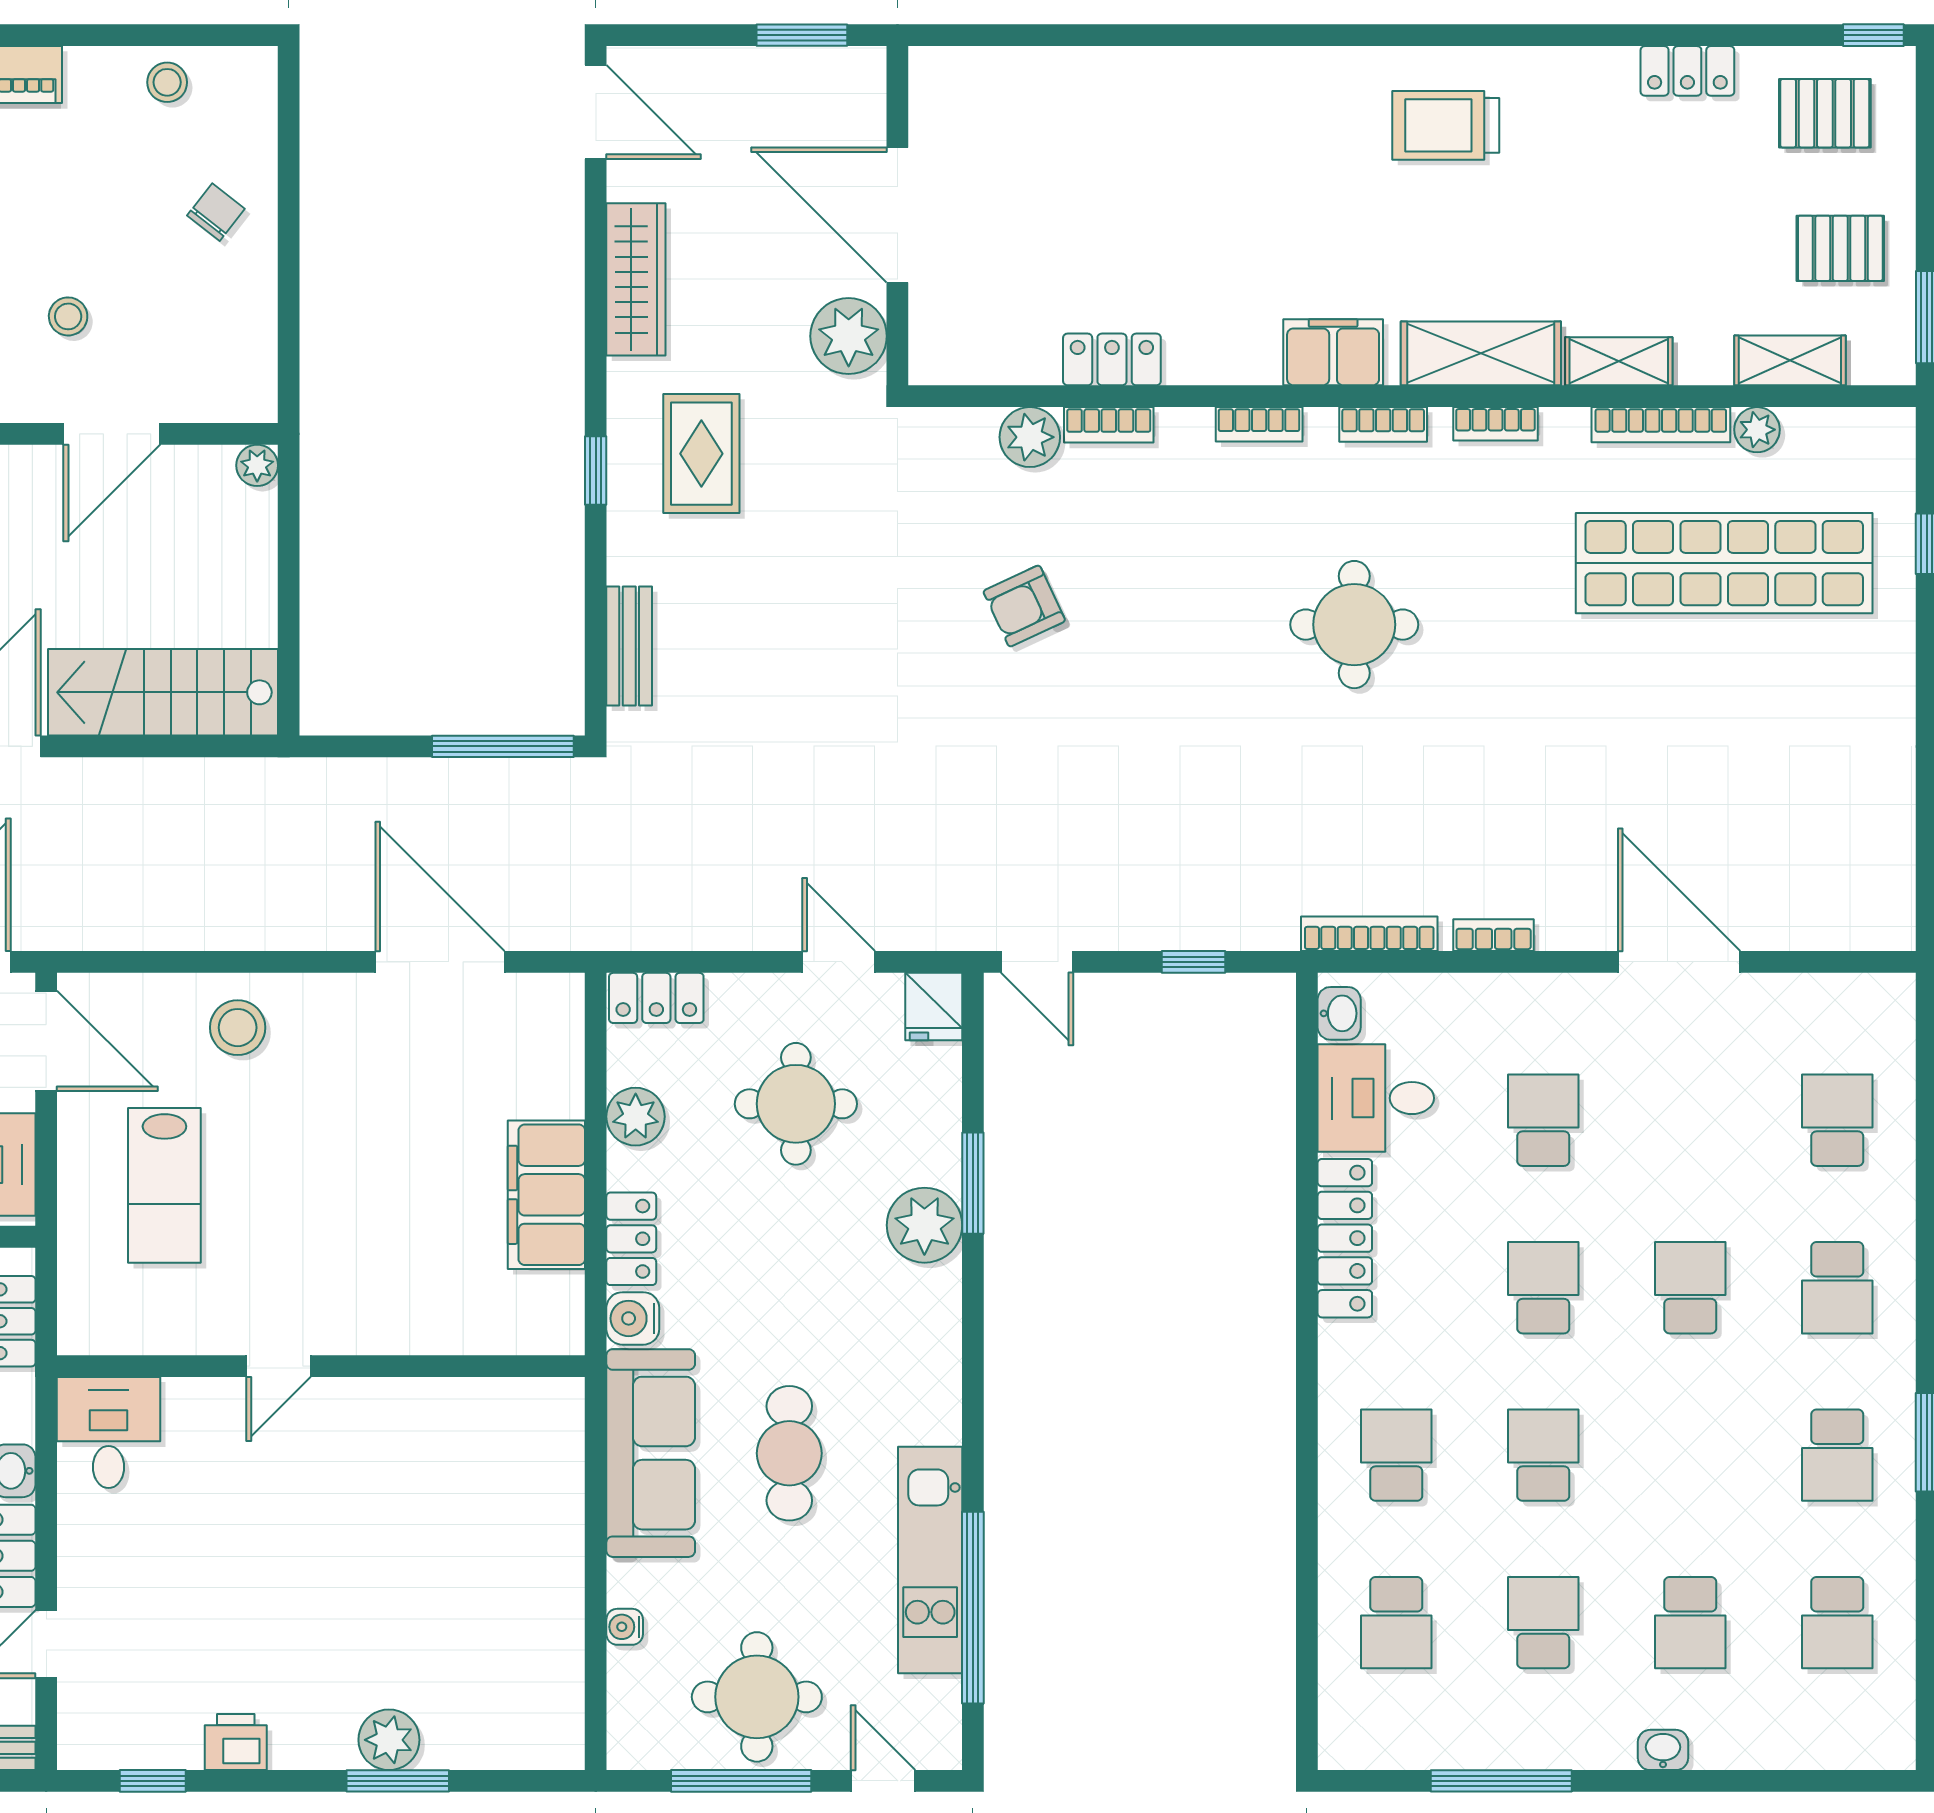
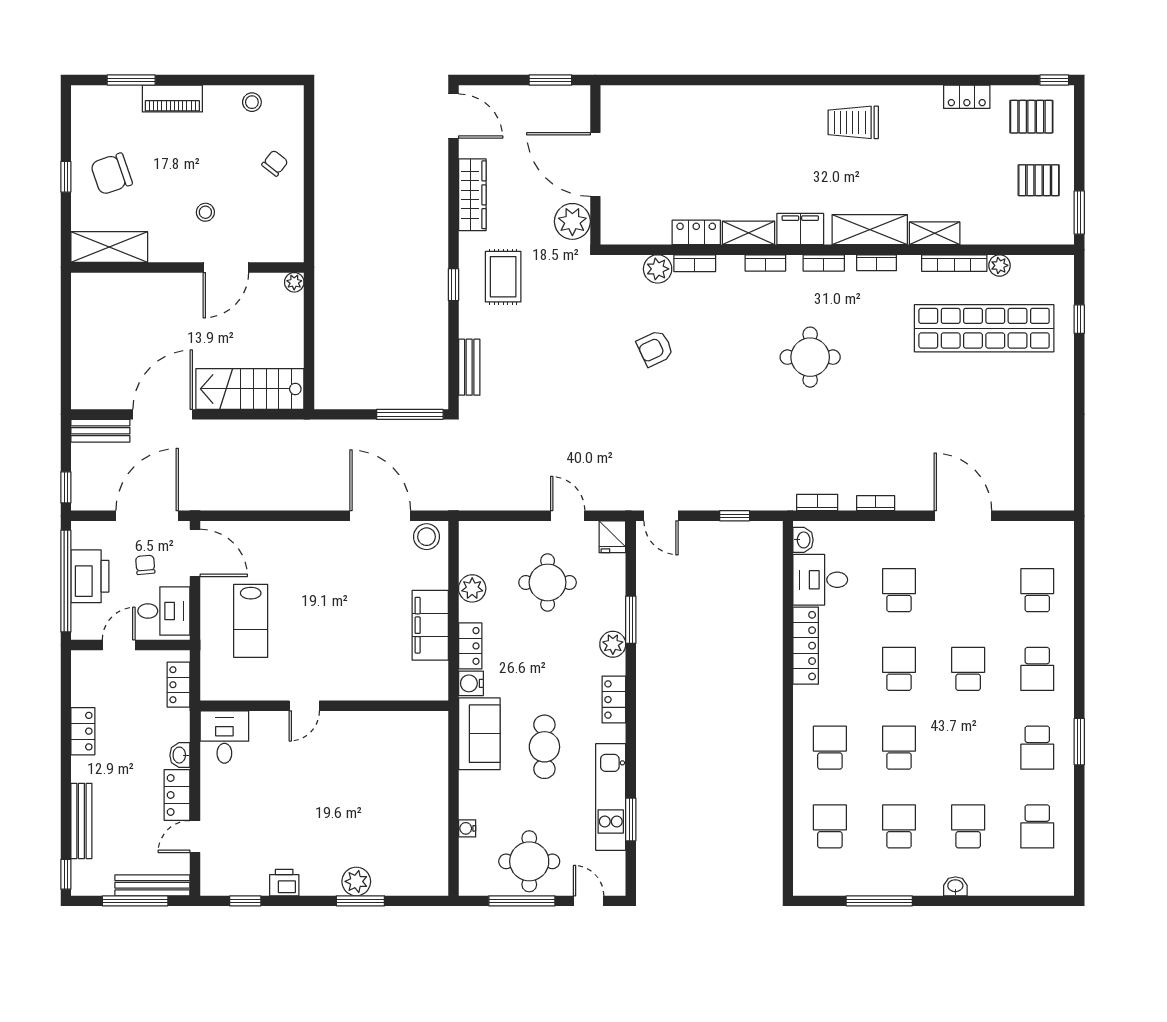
shelving: (1790, 360) -> (749, 233), moved
bookcase: (1369, 934) -> (817, 502), width x0.64
locker: (656, 998) -> (614, 700), moved, turned 90
stool: (238, 1028) -> (427, 537), moved
plant: (924, 1225) -> (613, 644), width x0.73, depth x0.73
sofa: (651, 1453) -> (479, 734), width x0.73
window: (973, 1608) -> (631, 819), width x0.47
school desk: (1396, 1623) -> (830, 826), turned 180
school desk: (1690, 1623) -> (968, 826), turned 180

